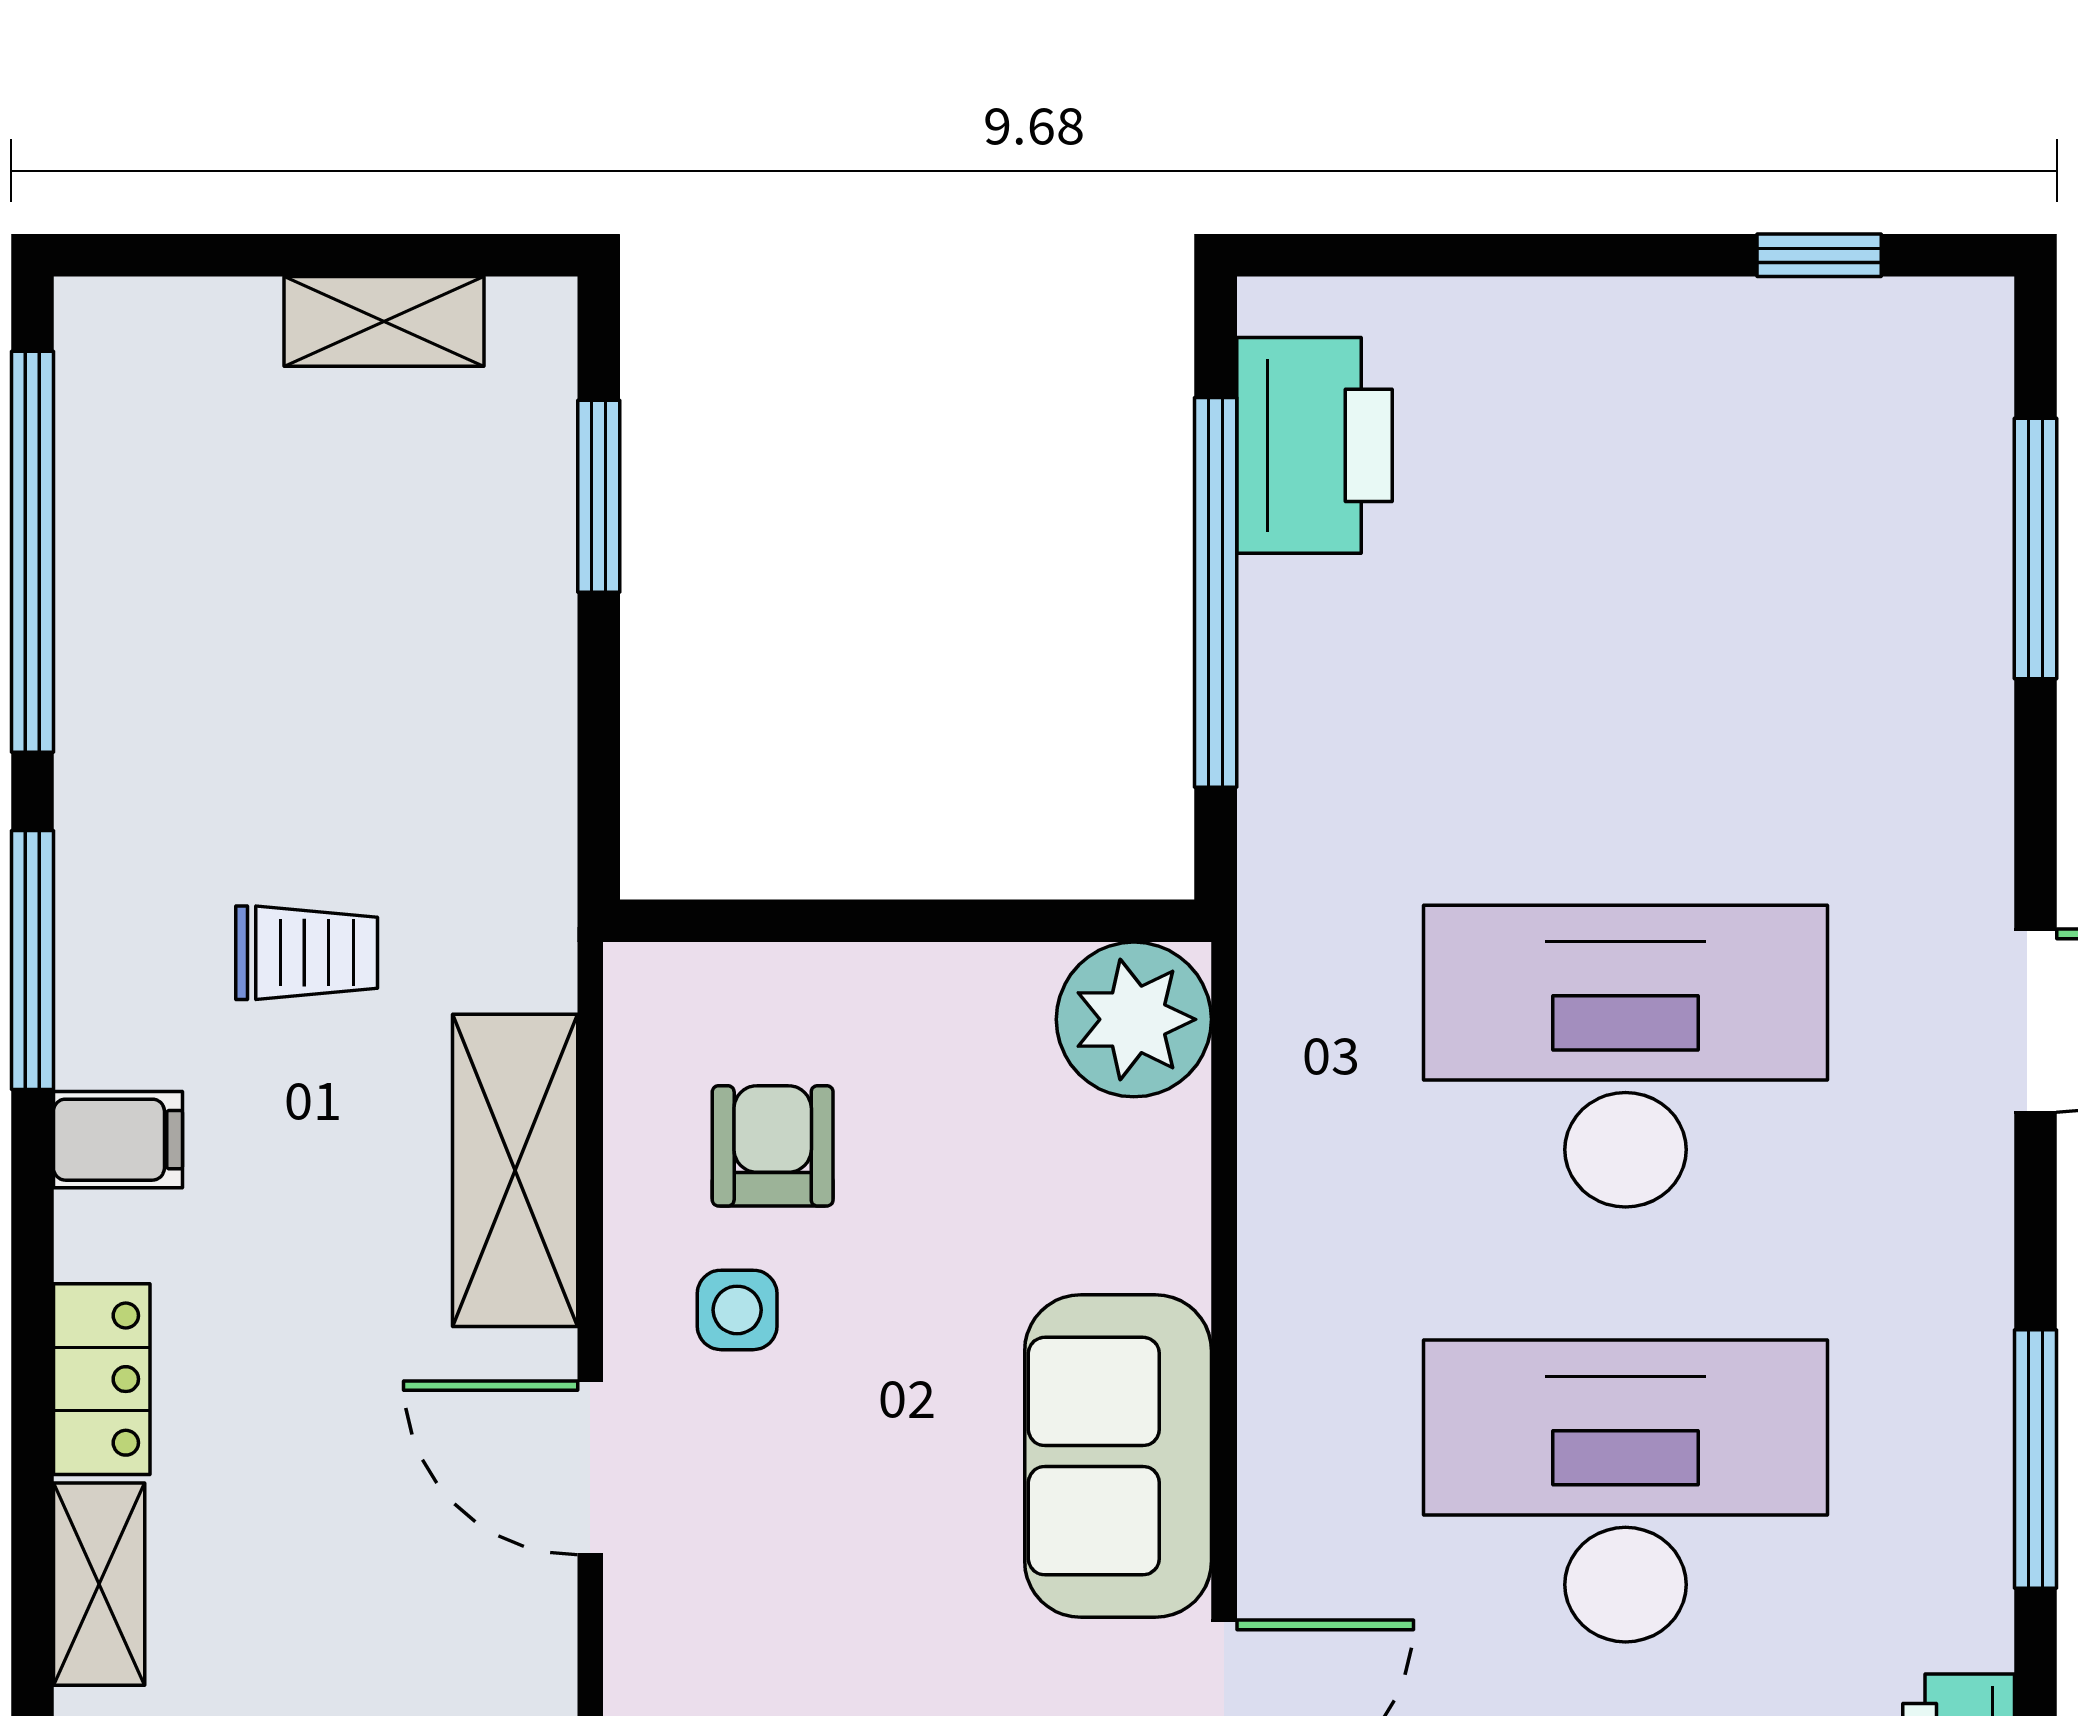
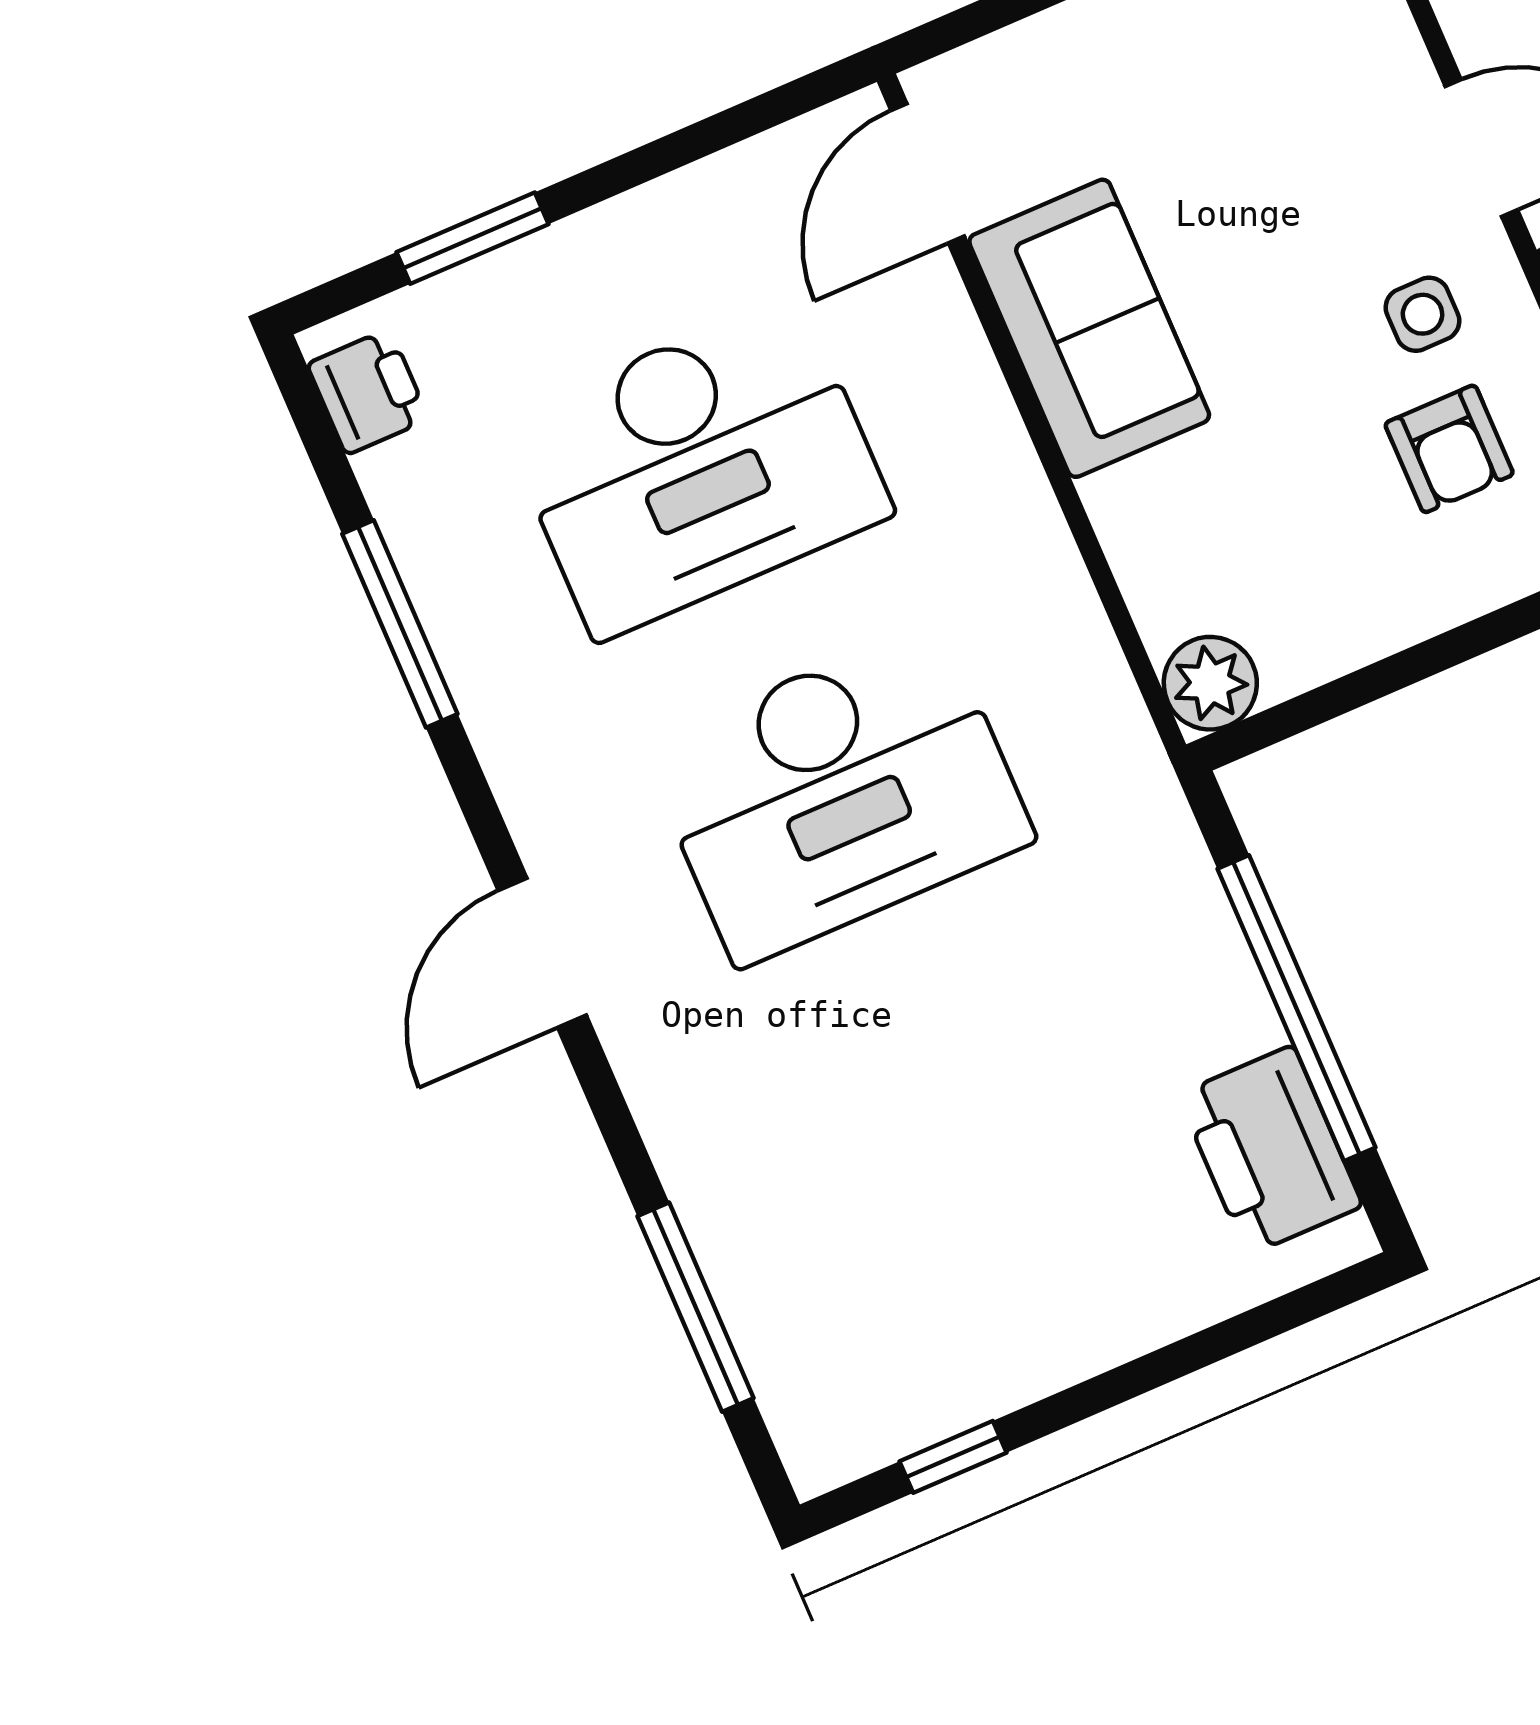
plant: (1134, 1019) -> (1210, 683), width x0.73, depth x0.73

